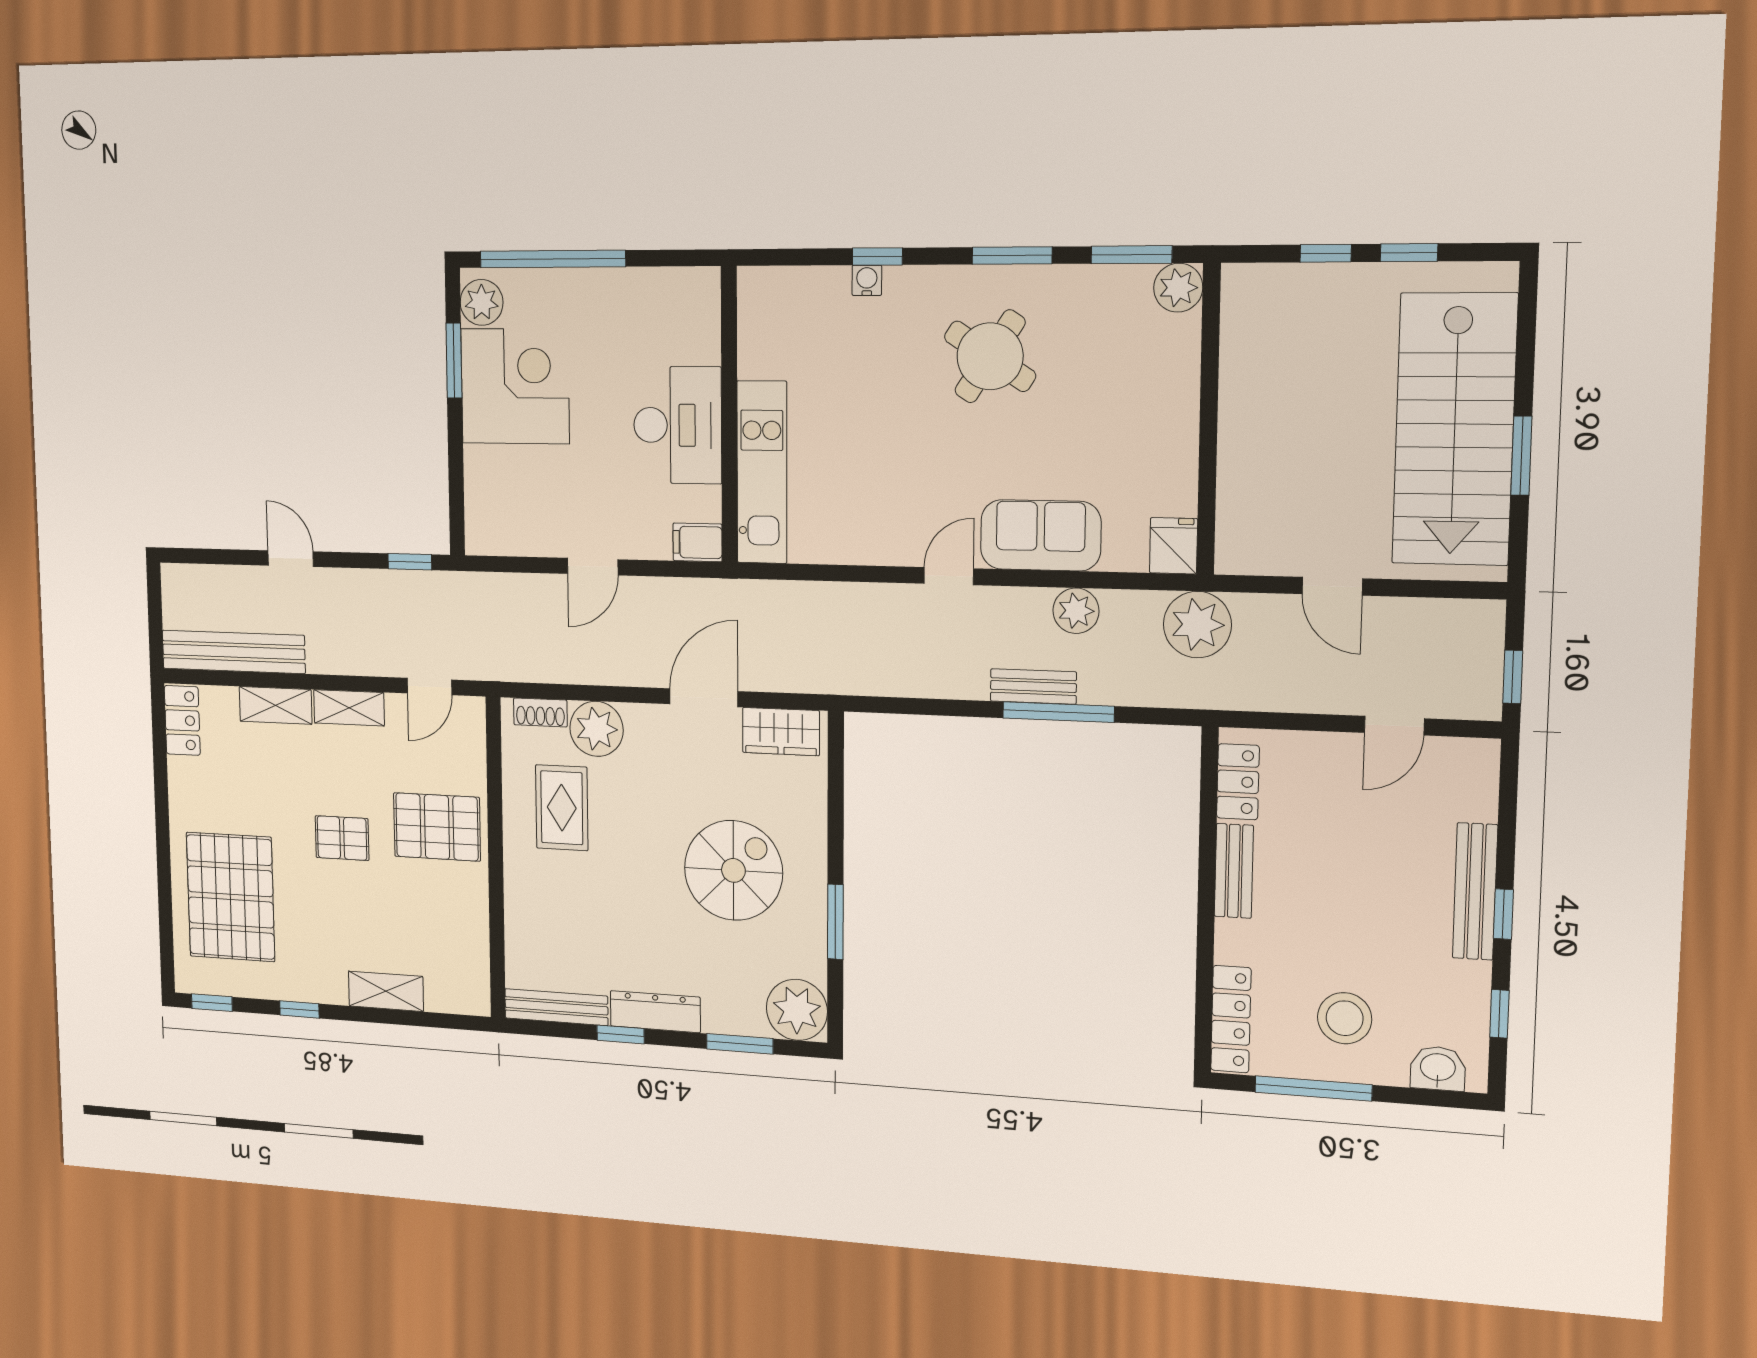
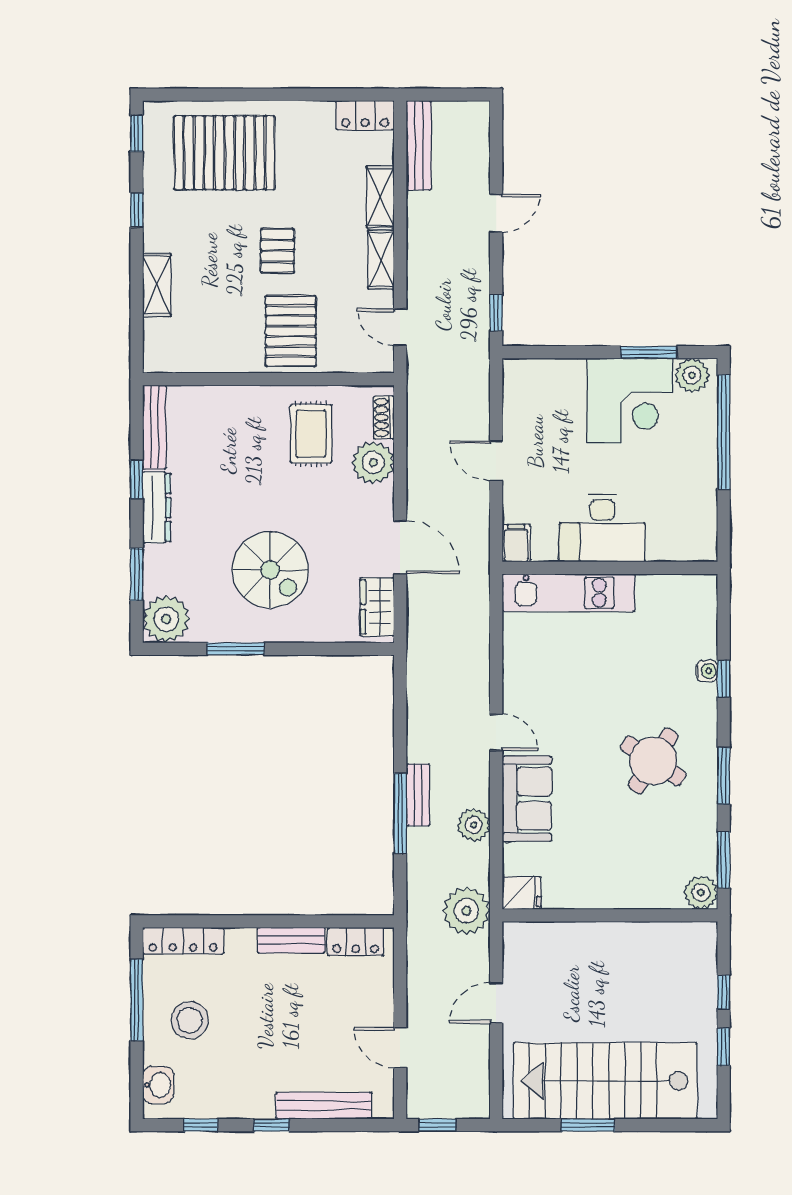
bench: (233, 652) -> (419, 145), width x0.73, depth x0.82
rug: (562, 808) -> (311, 434), turned 90
bench: (1475, 891) -> (324, 1106), moved

